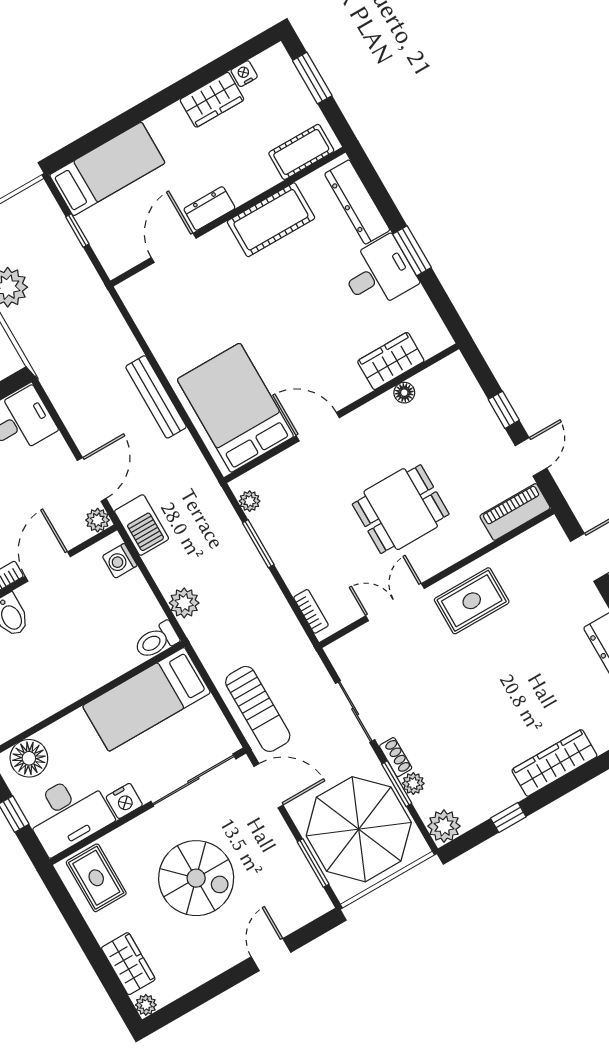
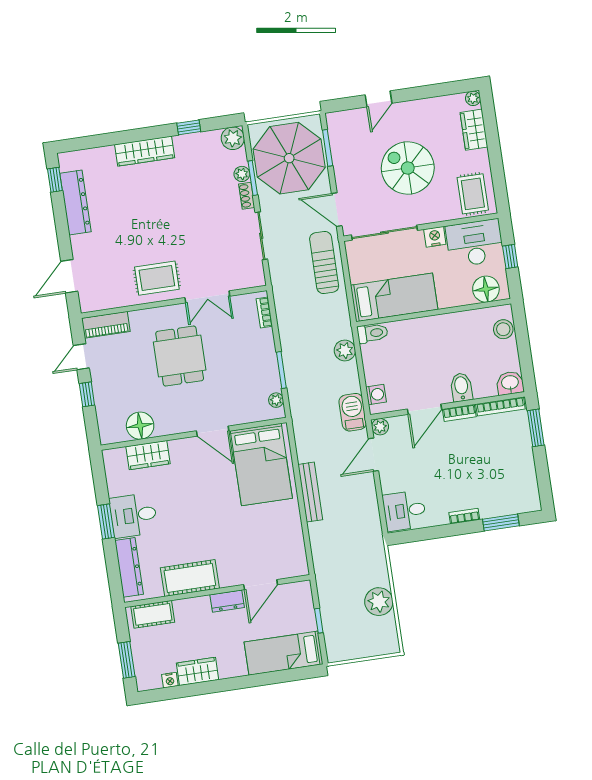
floor lamp: (404, 393) -> (140, 426), width x1.89, depth x1.89
dining table: (401, 509) -> (180, 356), turned 90

